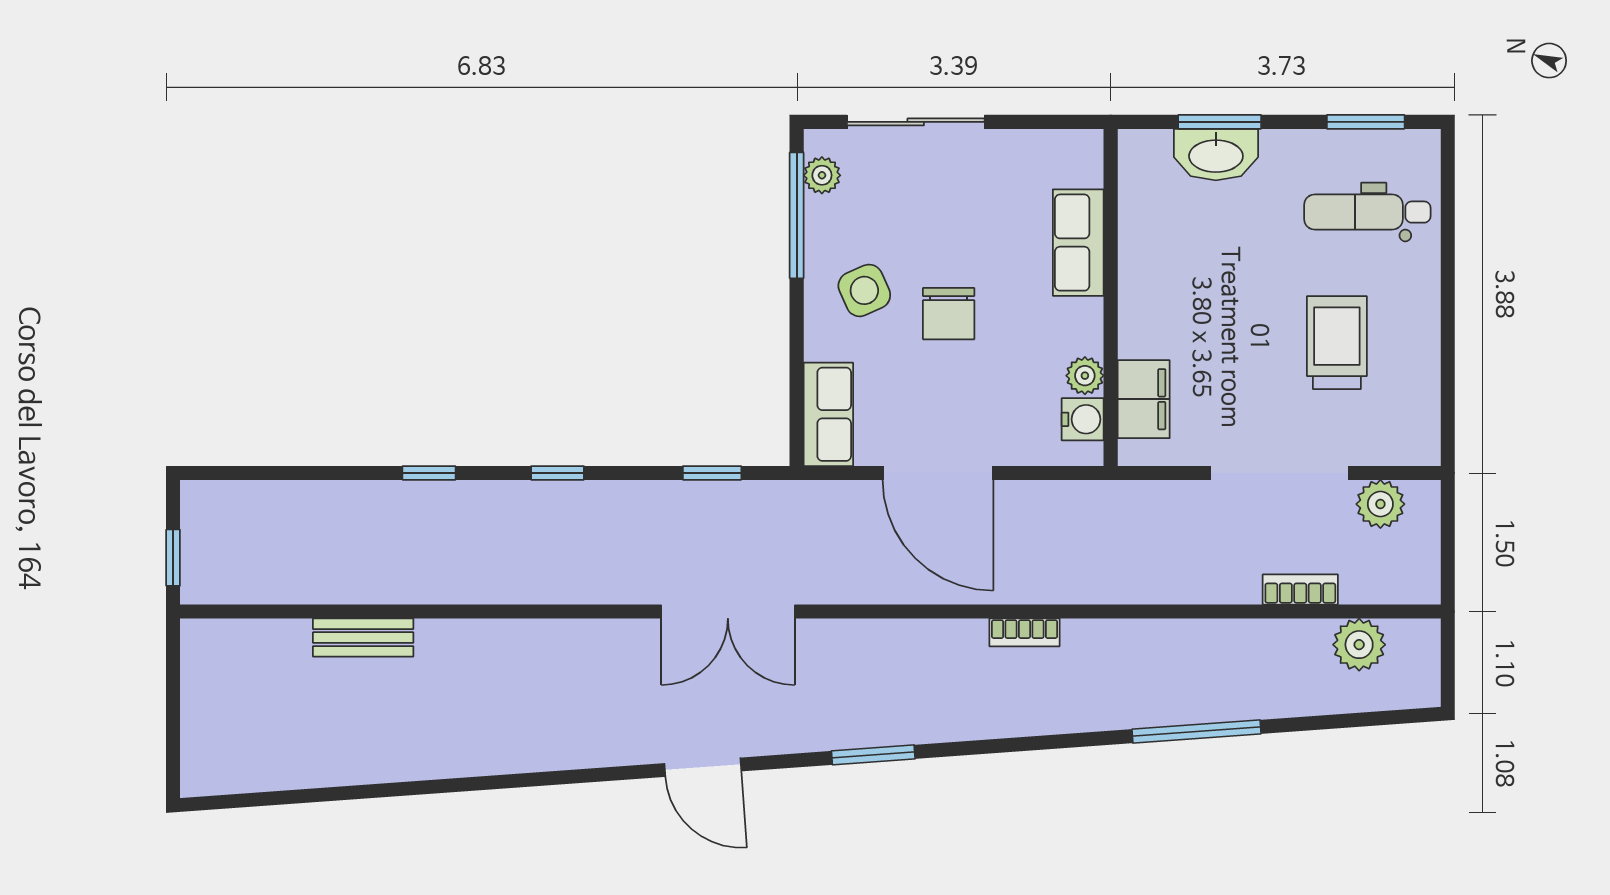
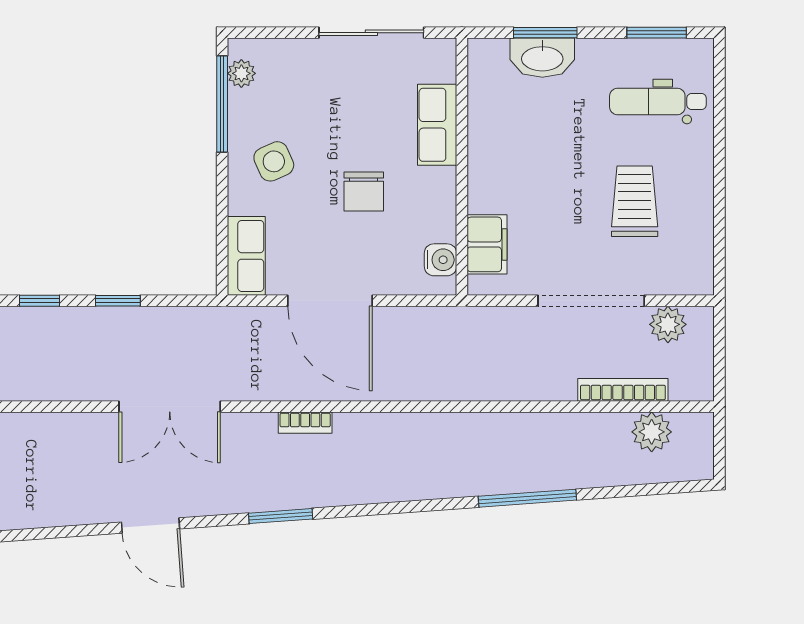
sliding door: (916, 122) -> (371, 33), moved
chair: (949, 314) -> (364, 191), moved
plant: (1085, 376) -> (442, 226), removed
window: (712, 473) -> (118, 301), moved
bookcase: (1300, 590) -> (623, 390), width x1.56
bookcase: (1024, 632) -> (305, 423), moved

